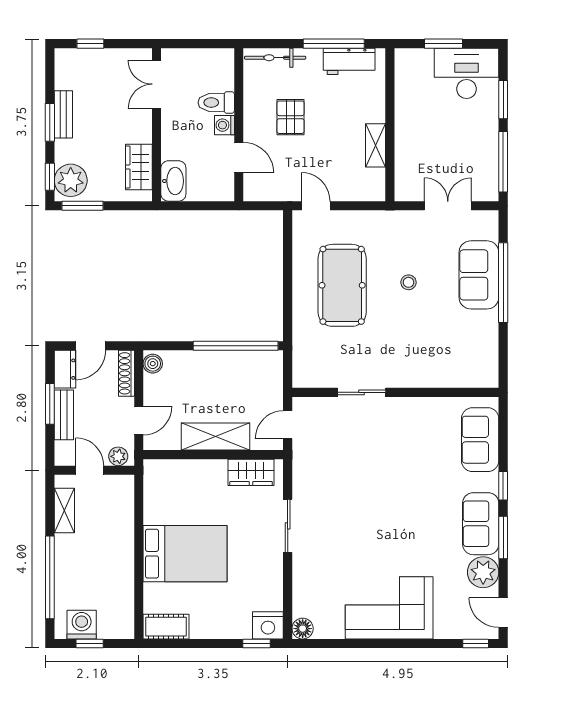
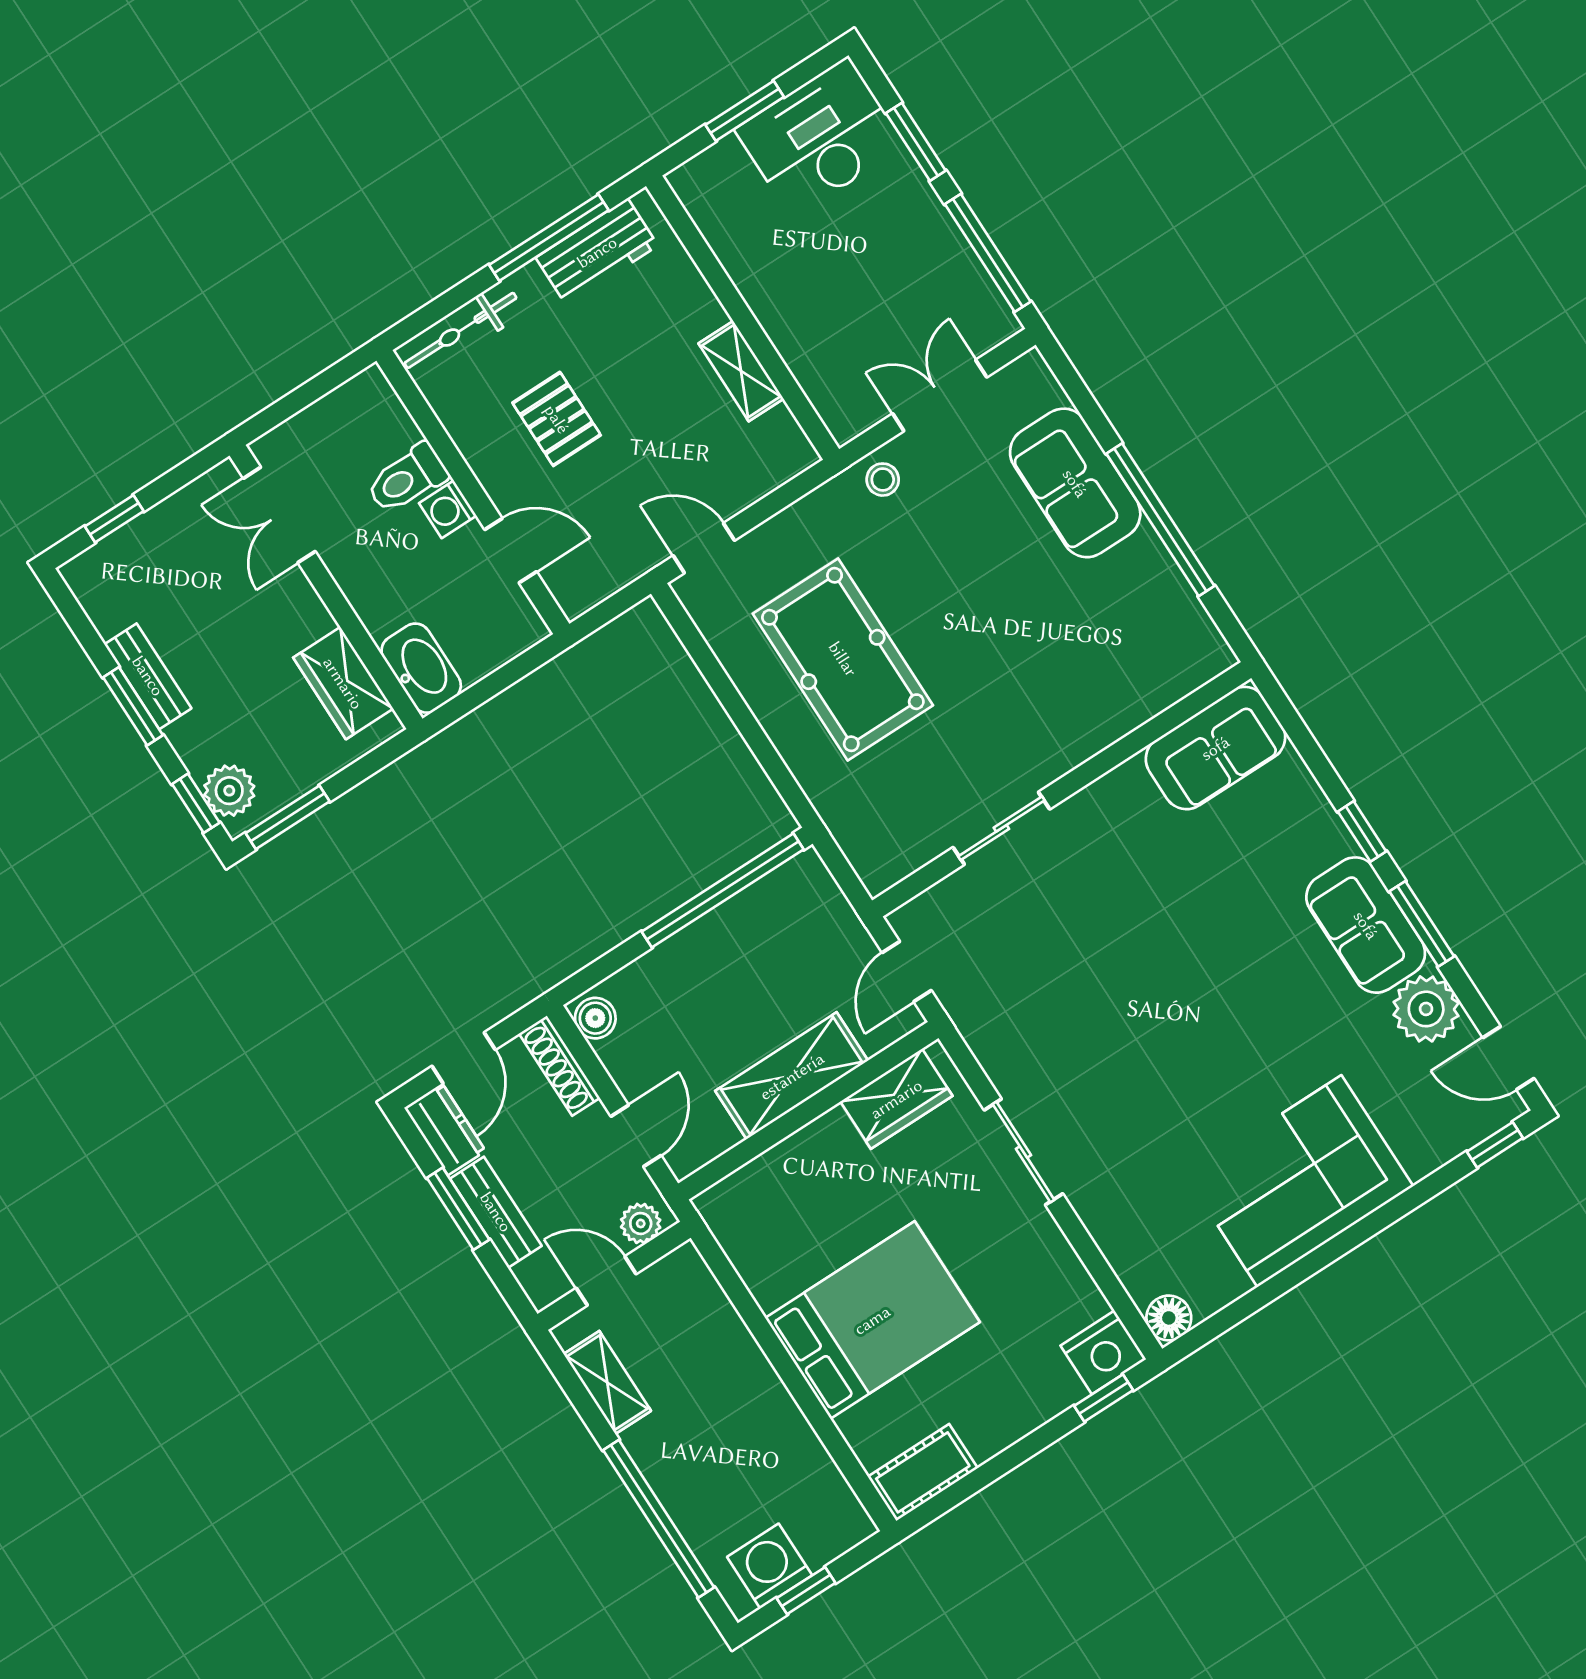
plant: (71, 180) -> (229, 791), width x0.73, depth x0.73
stool: (409, 282) -> (883, 480), moved
window: (503, 283) -> (1160, 520), moved
sofa: (480, 440) -> (1215, 748), moved, turned -90

